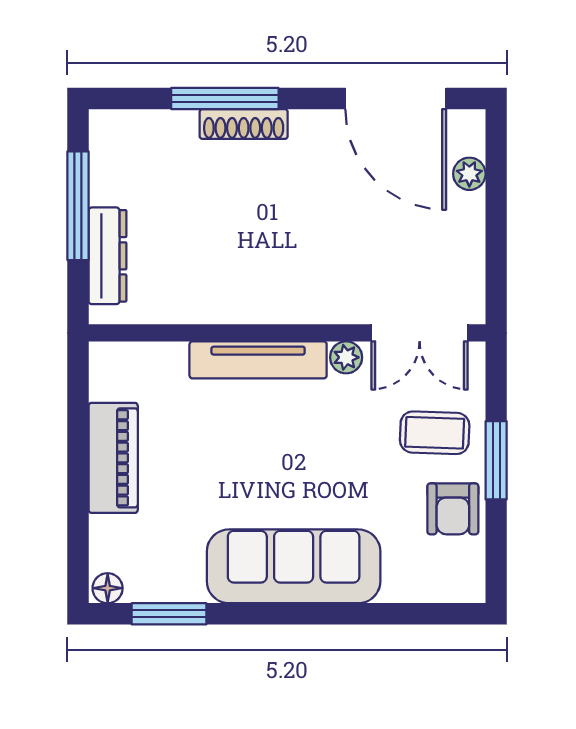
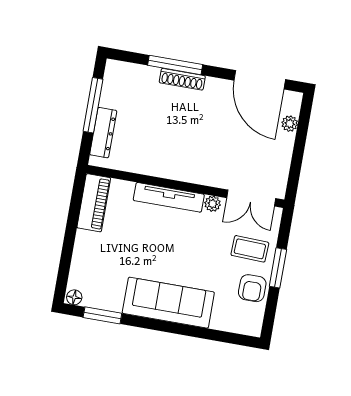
piano: (113, 458) -> (94, 203), moved

